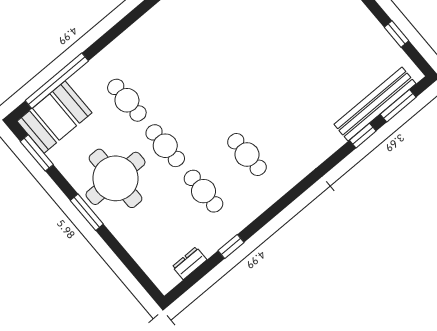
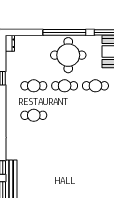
window: (87, 212) -> (64, 32), width x2.11
dresser: (190, 263) -> (10, 43), moved

